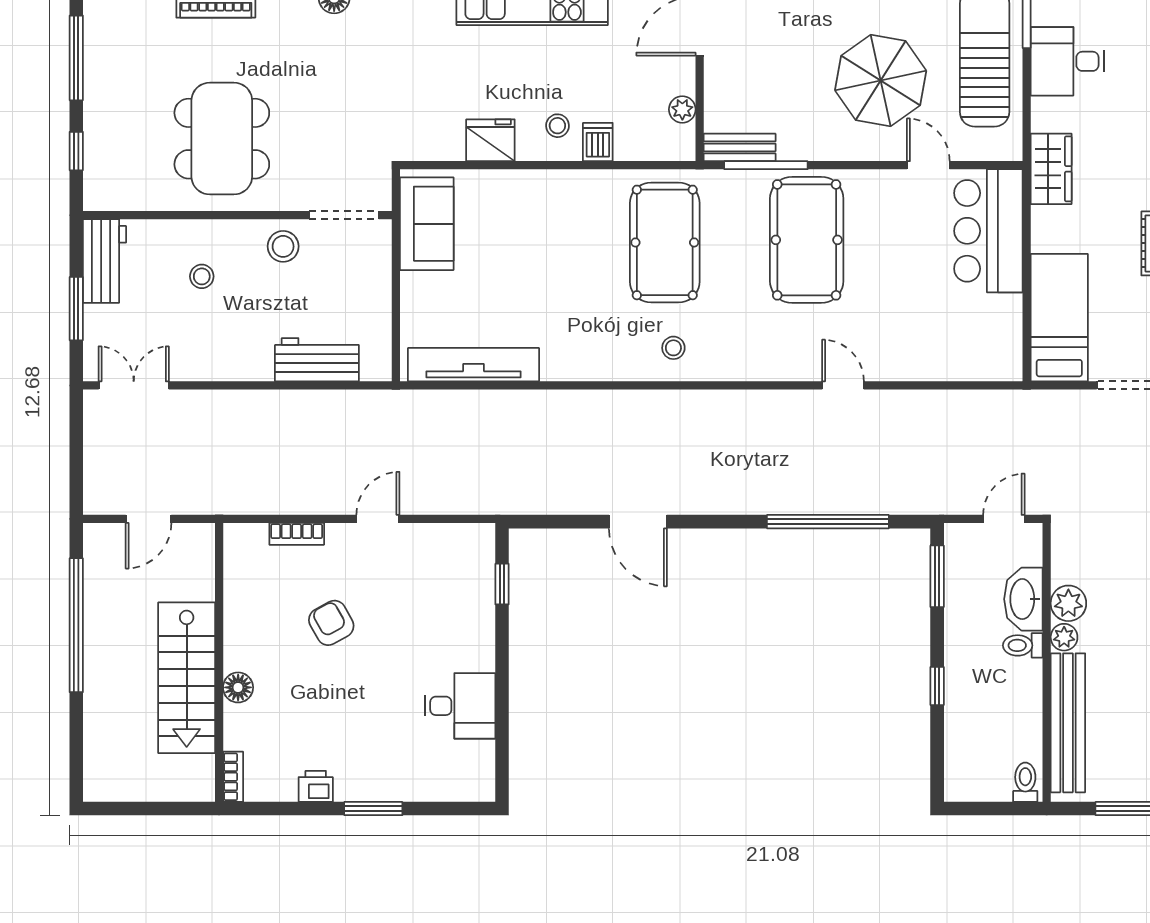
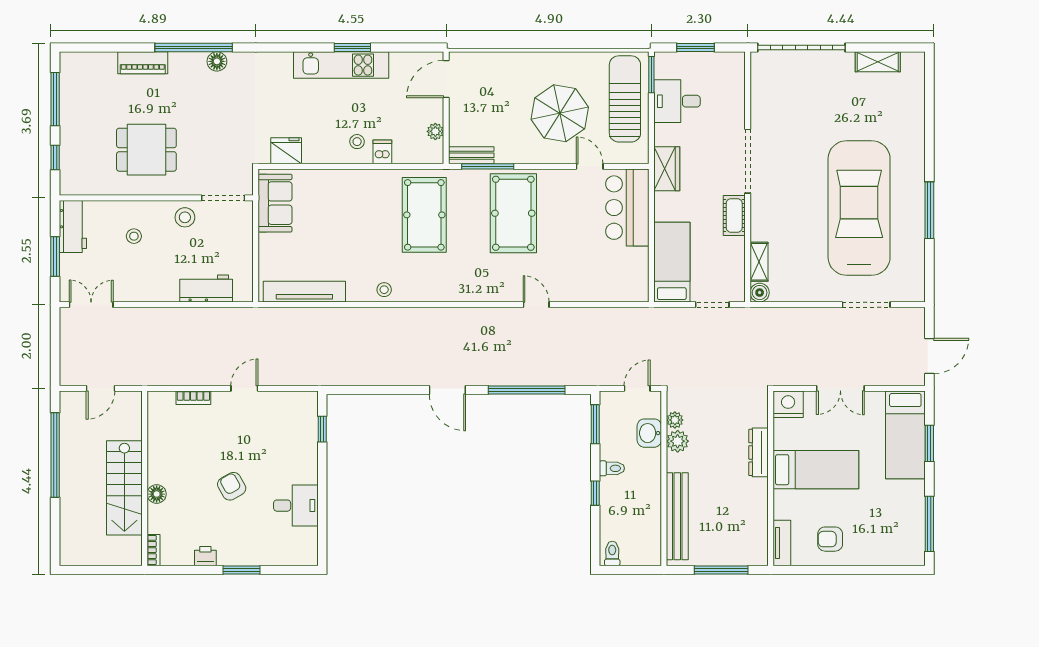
dining table: (222, 139) -> (146, 150), width x0.73
fridge: (490, 140) -> (286, 151), moved
stool: (673, 348) -> (384, 290), moved
door: (638, 522) -> (447, 390), moved
washbasin: (1023, 599) -> (649, 433), width x0.72
armchair: (331, 623) -> (232, 486), moved
plant: (1064, 637) -> (675, 420), moved
toilet: (1023, 645) -> (612, 468), moved, turned 180
toilet: (1025, 782) -> (612, 553), moved

